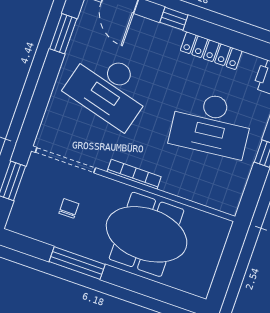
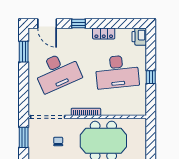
locker: (211, 51) -> (104, 34), width x0.66
desk: (109, 89) -> (57, 72), turned -39

